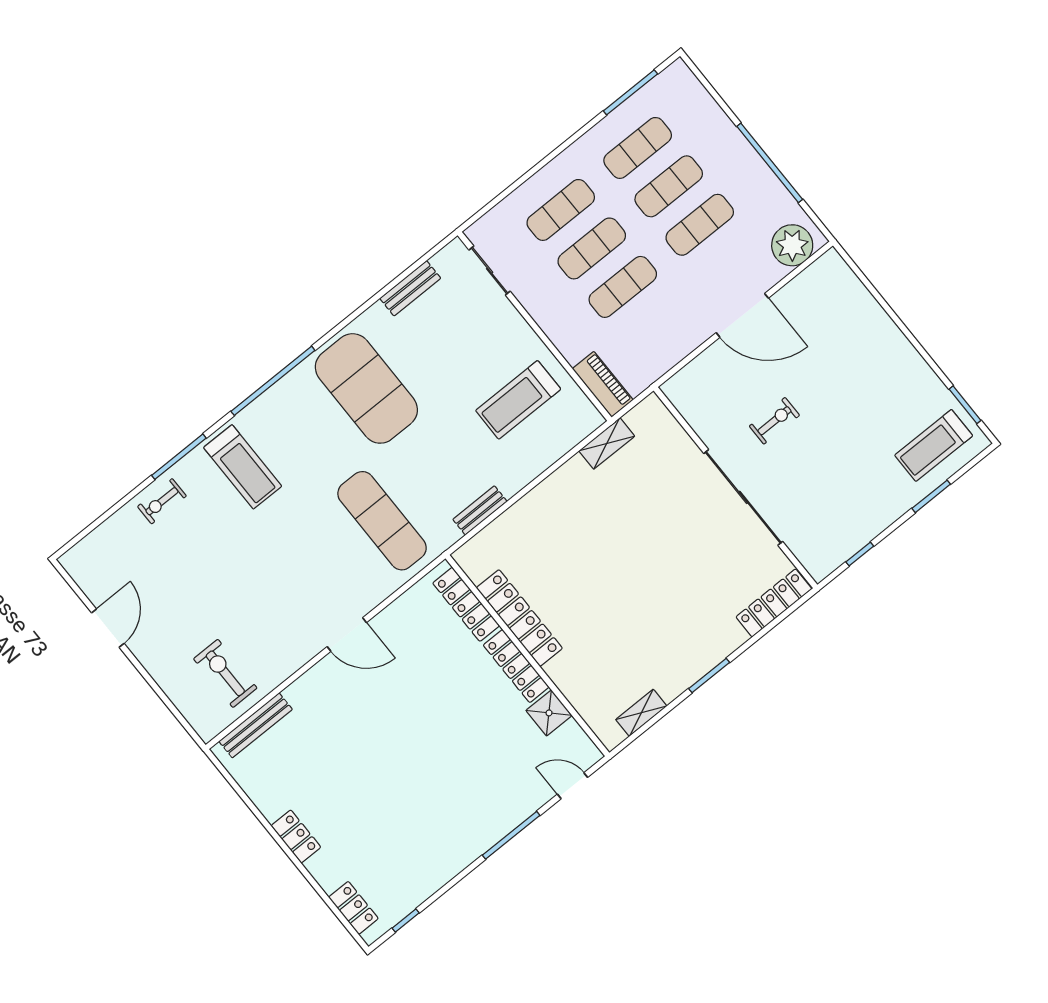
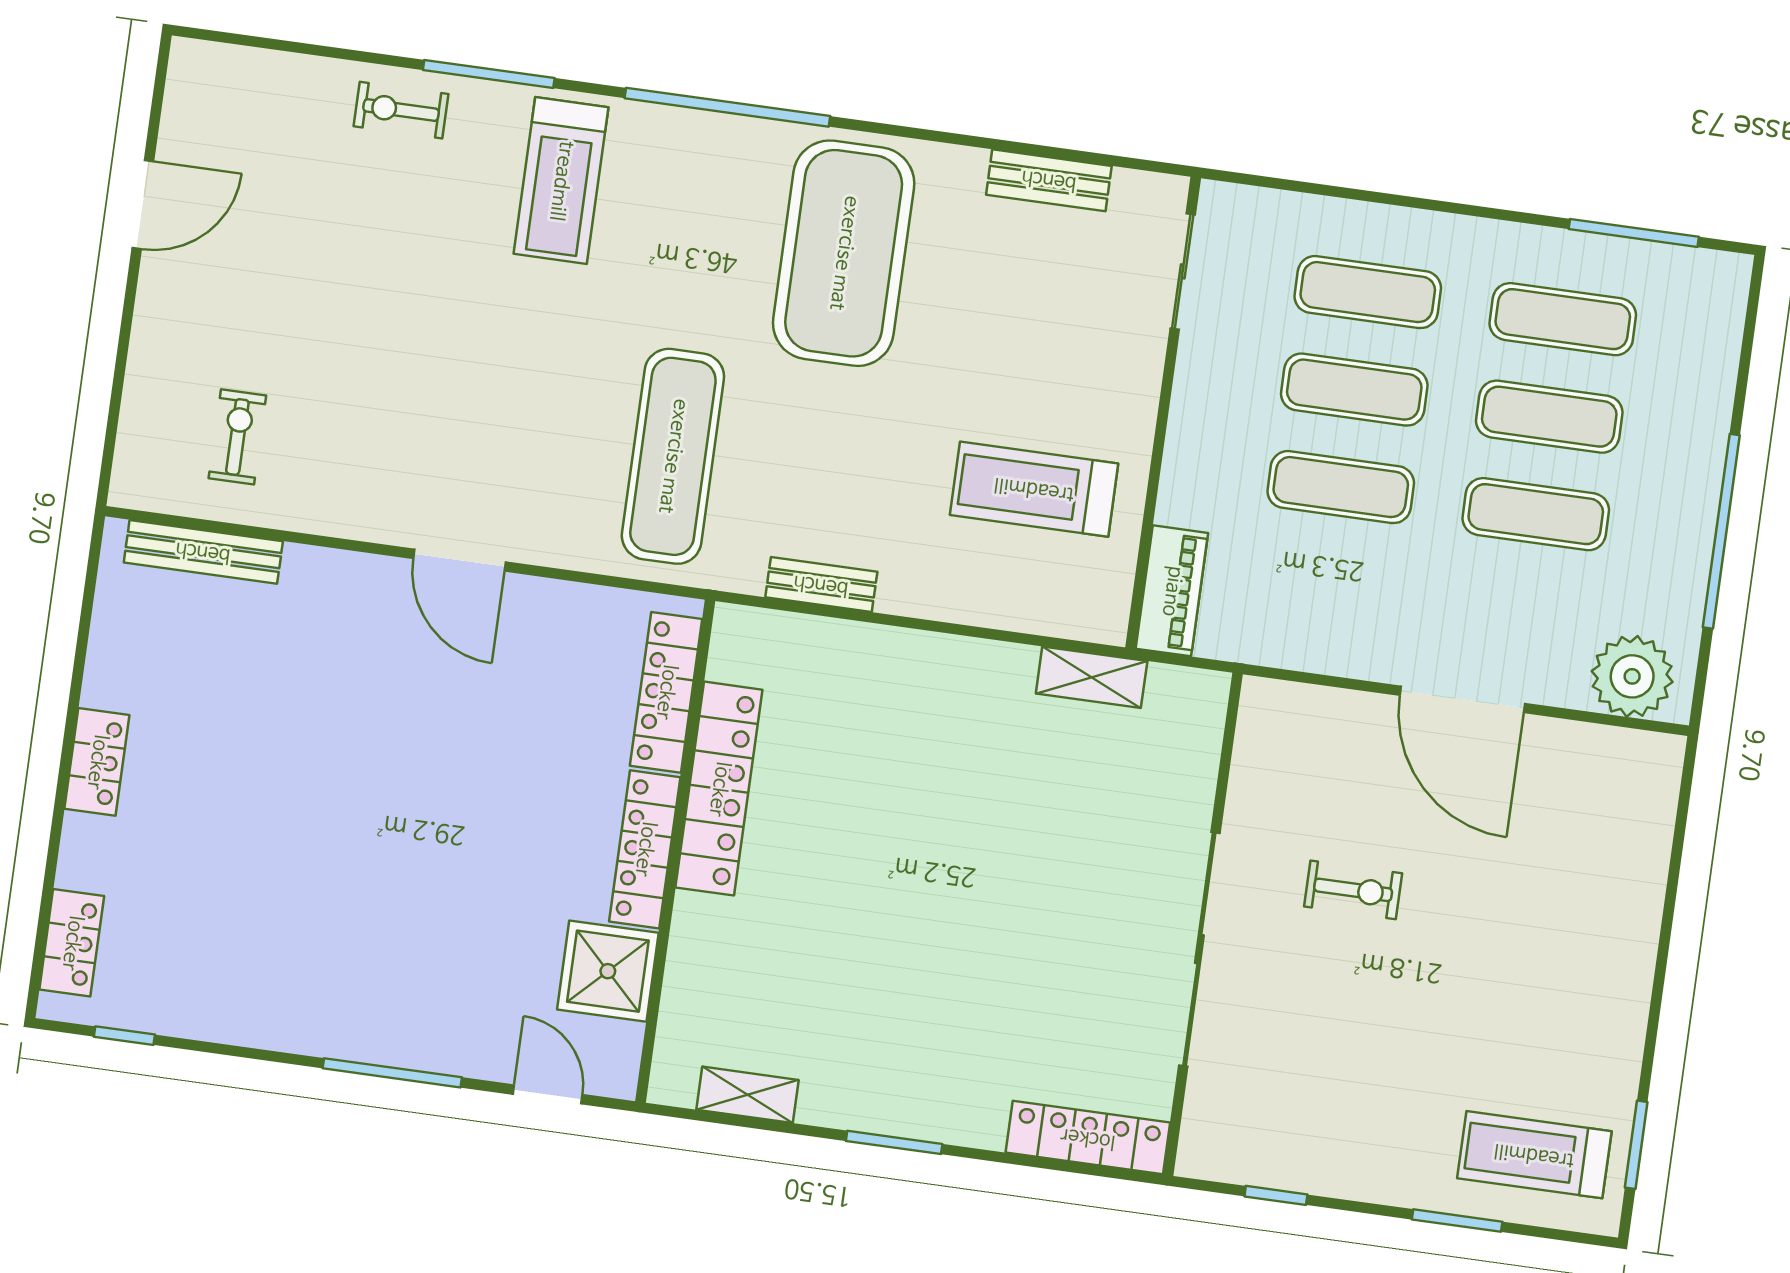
exercise bike: (225, 673) -> (237, 437), width x0.73, depth x0.72
shower: (549, 713) -> (608, 971), width x1.36, depth x1.36

